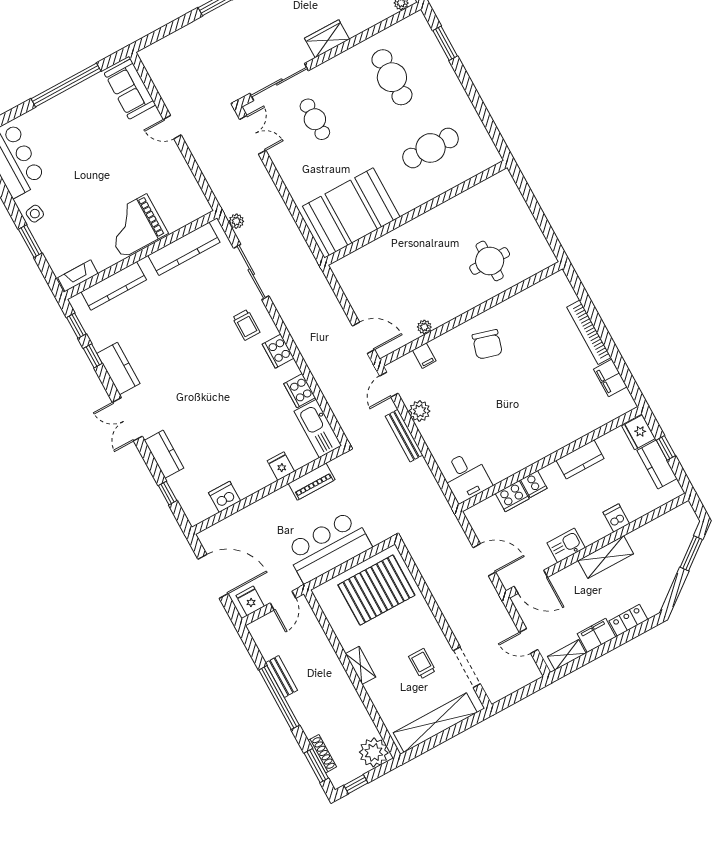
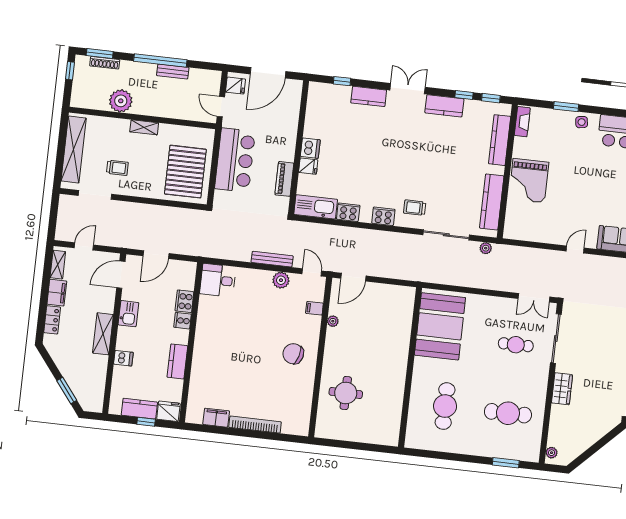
grand piano: (135, 226) -> (529, 181), turned 180
dishwasher: (225, 497) -> (310, 148), moved
plant: (374, 752) -> (121, 101), moved

